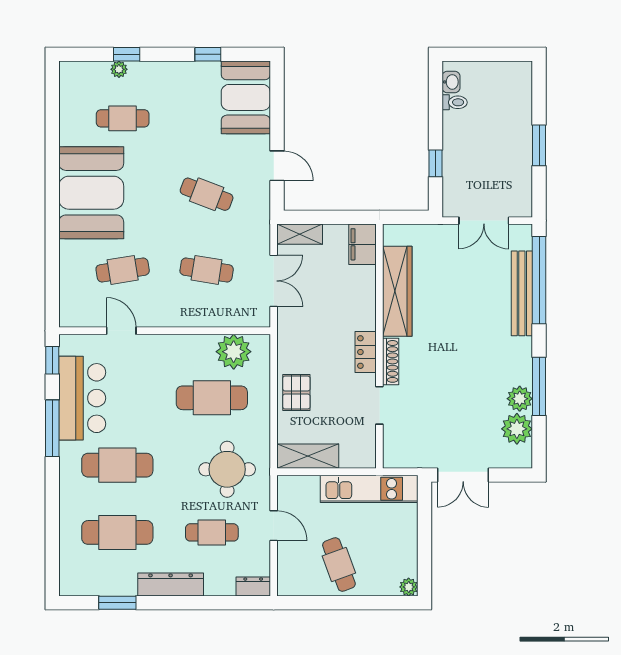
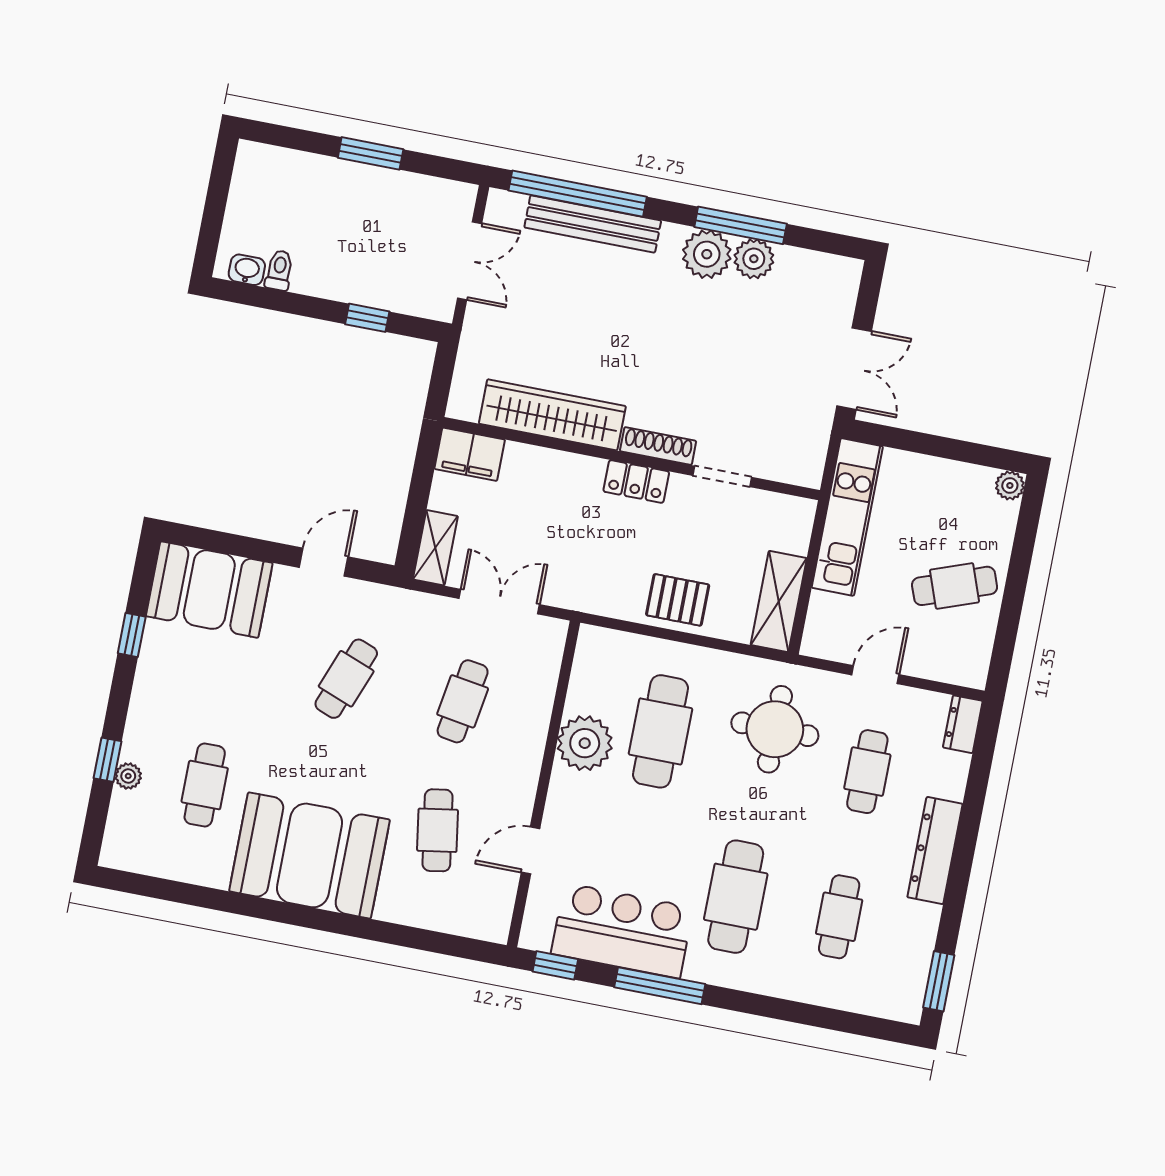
plant: (234, 352) -> (585, 743), moved
plant: (517, 429) -> (707, 254), moved
cafe table: (117, 532) -> (839, 917), width x0.73, depth x0.74
window: (117, 603) -> (939, 981), moved

